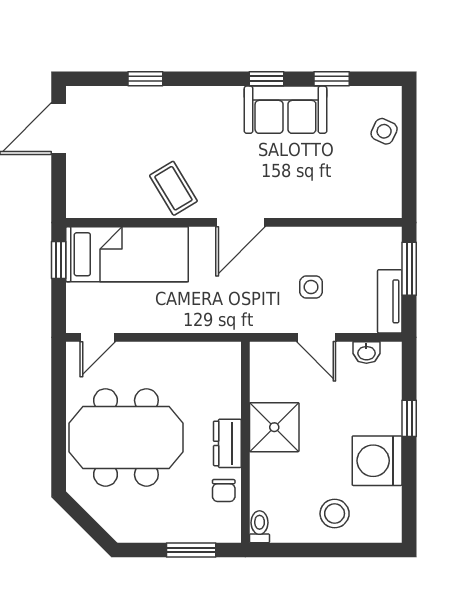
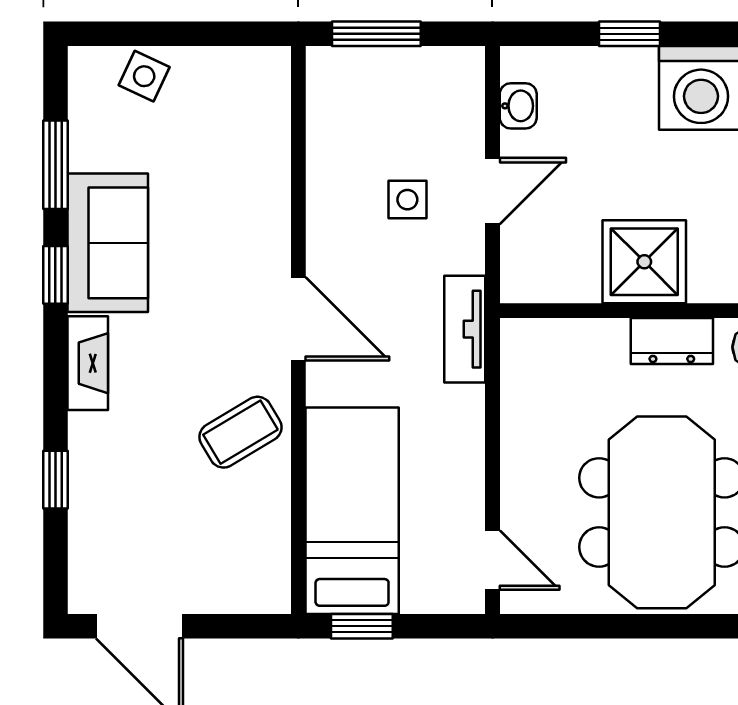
window: (332, 79) -> (55, 165), width x1.50
fireplace: (214, 98) -> (88, 363), added
tv unit: (390, 301) -> (465, 329), moved, turned 90

